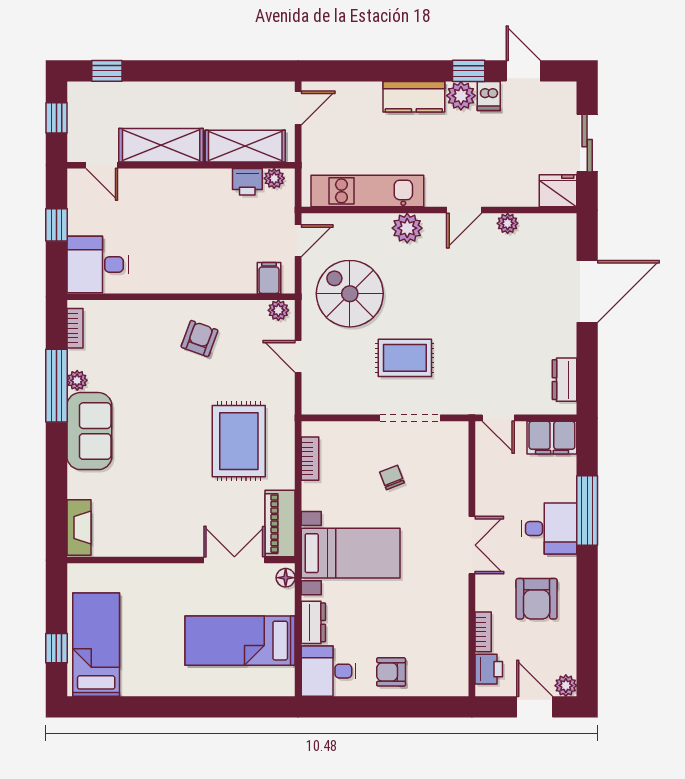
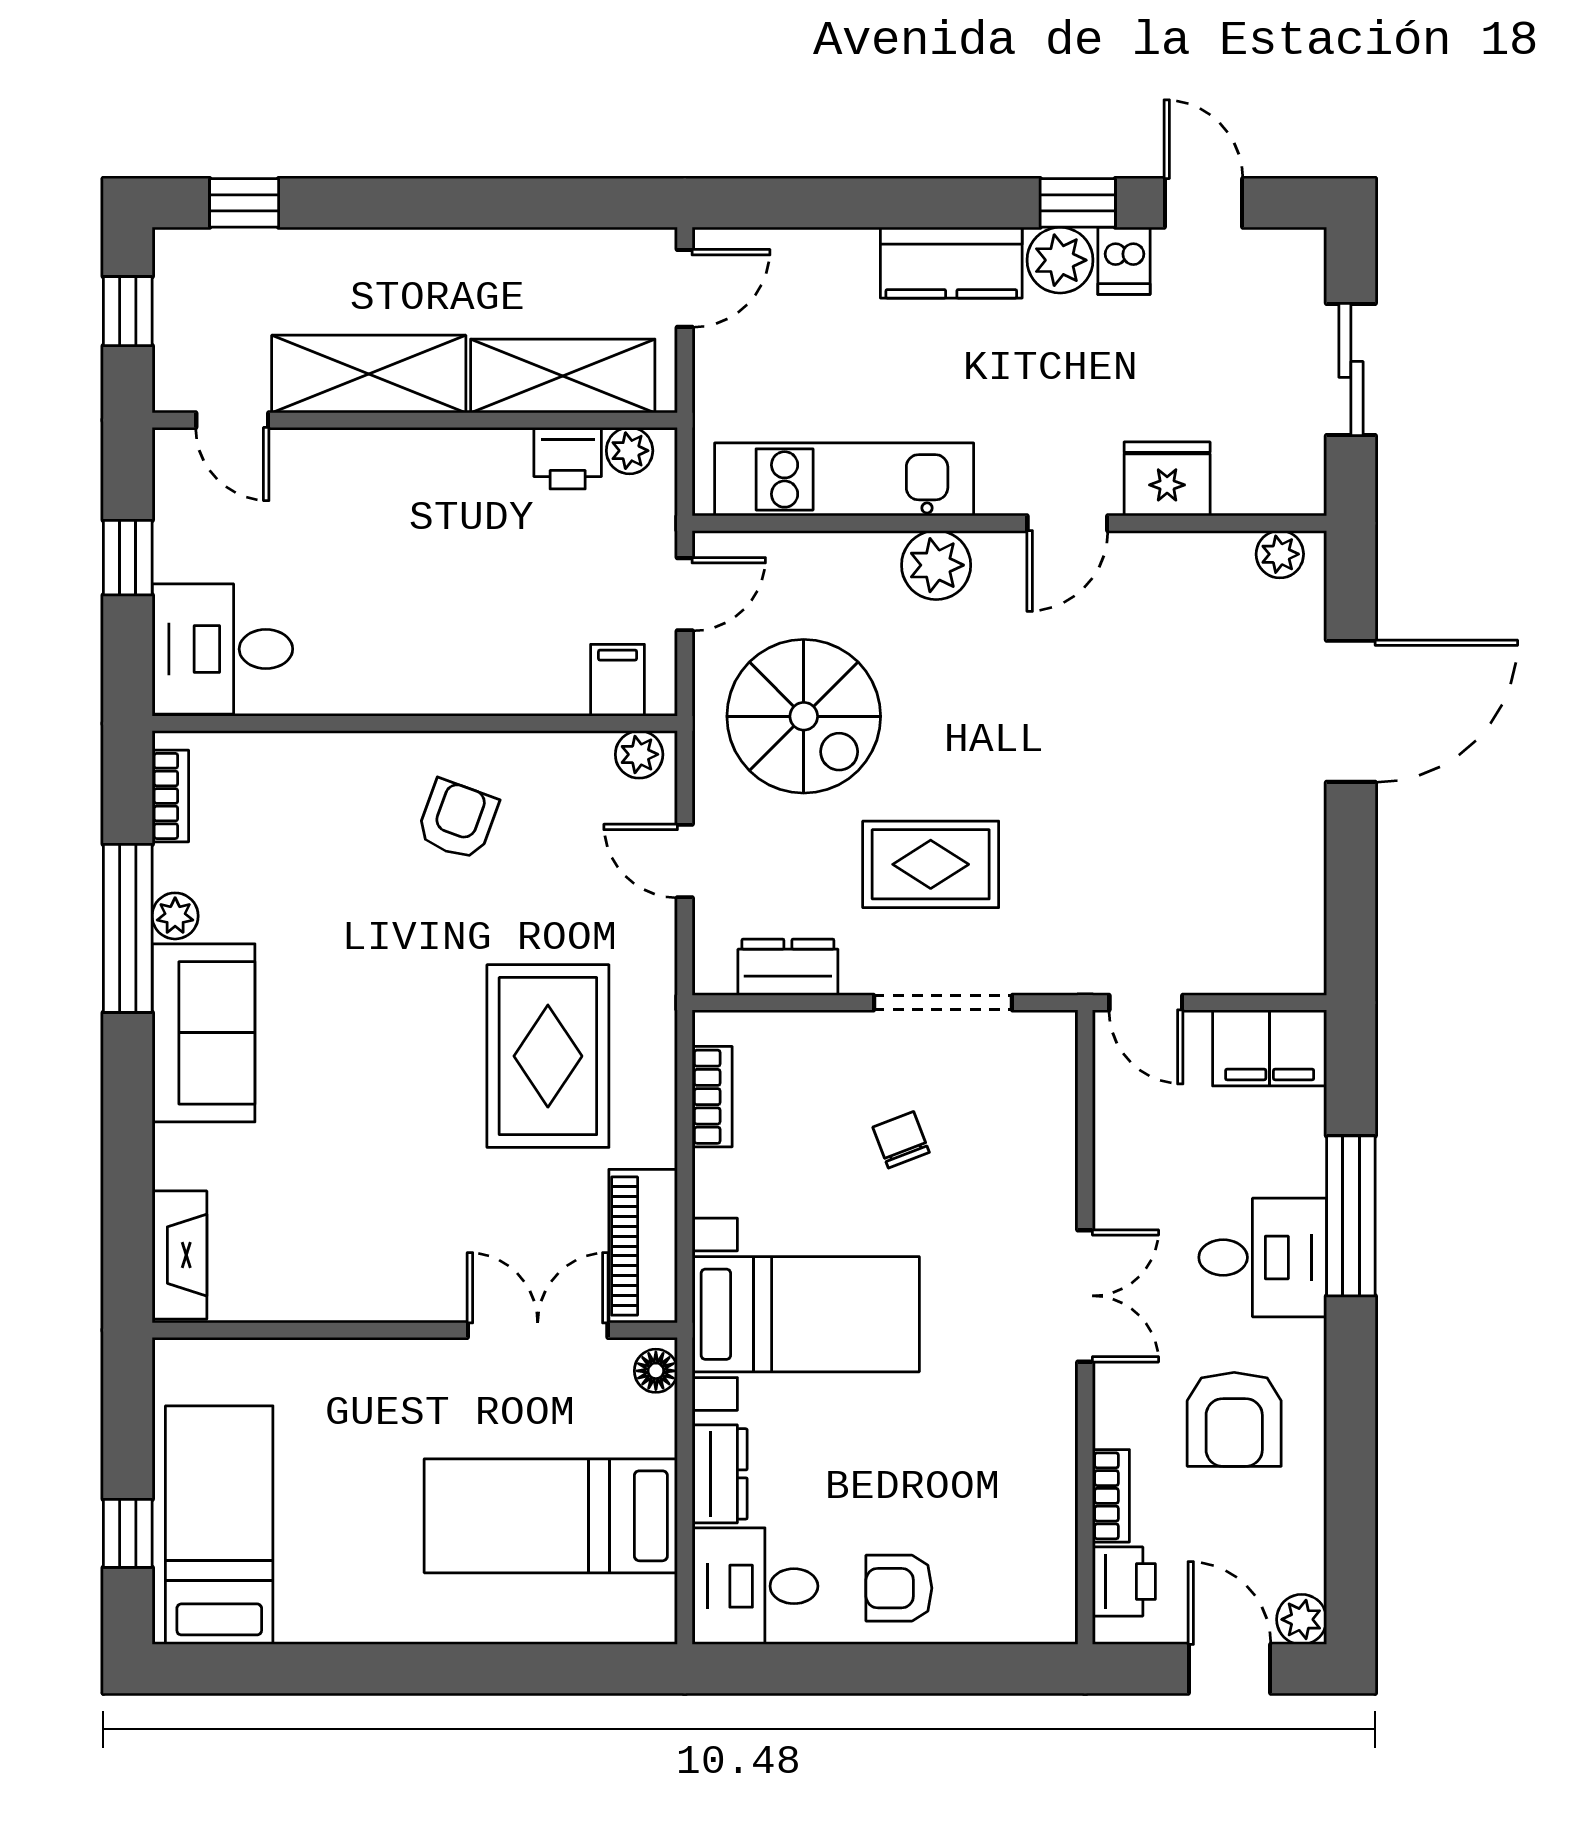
fridge: (558, 191) -> (1167, 479), moved
plant: (508, 223) -> (1280, 554), moved
spiral stairs: (350, 294) -> (804, 716), turned 180
dresser: (564, 380) -> (788, 967), moved, turned 90

